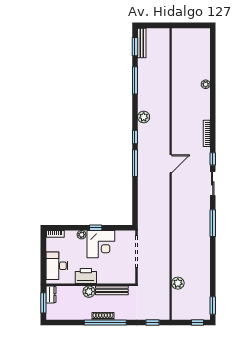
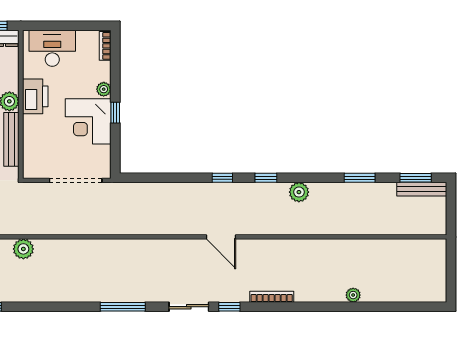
window: (135, 80) -> (360, 178), width x0.69
window: (135, 163) -> (222, 178), width x0.46

